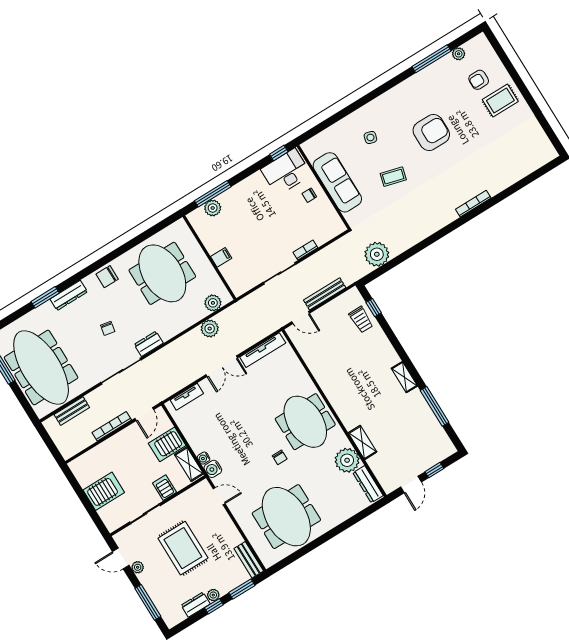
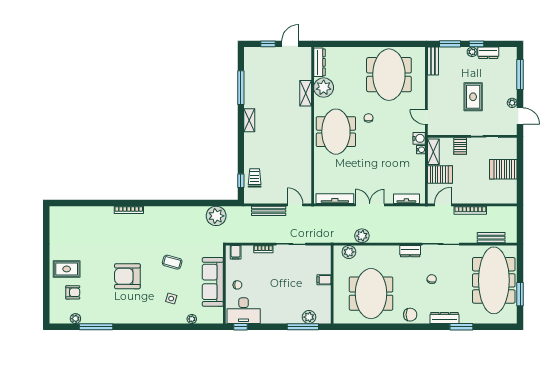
plant: (335, 129) -> (192, 319), added
filing cabinet: (333, 229) -> (236, 252), added
rug: (183, 548) -> (473, 97), width x0.73, depth x0.70

